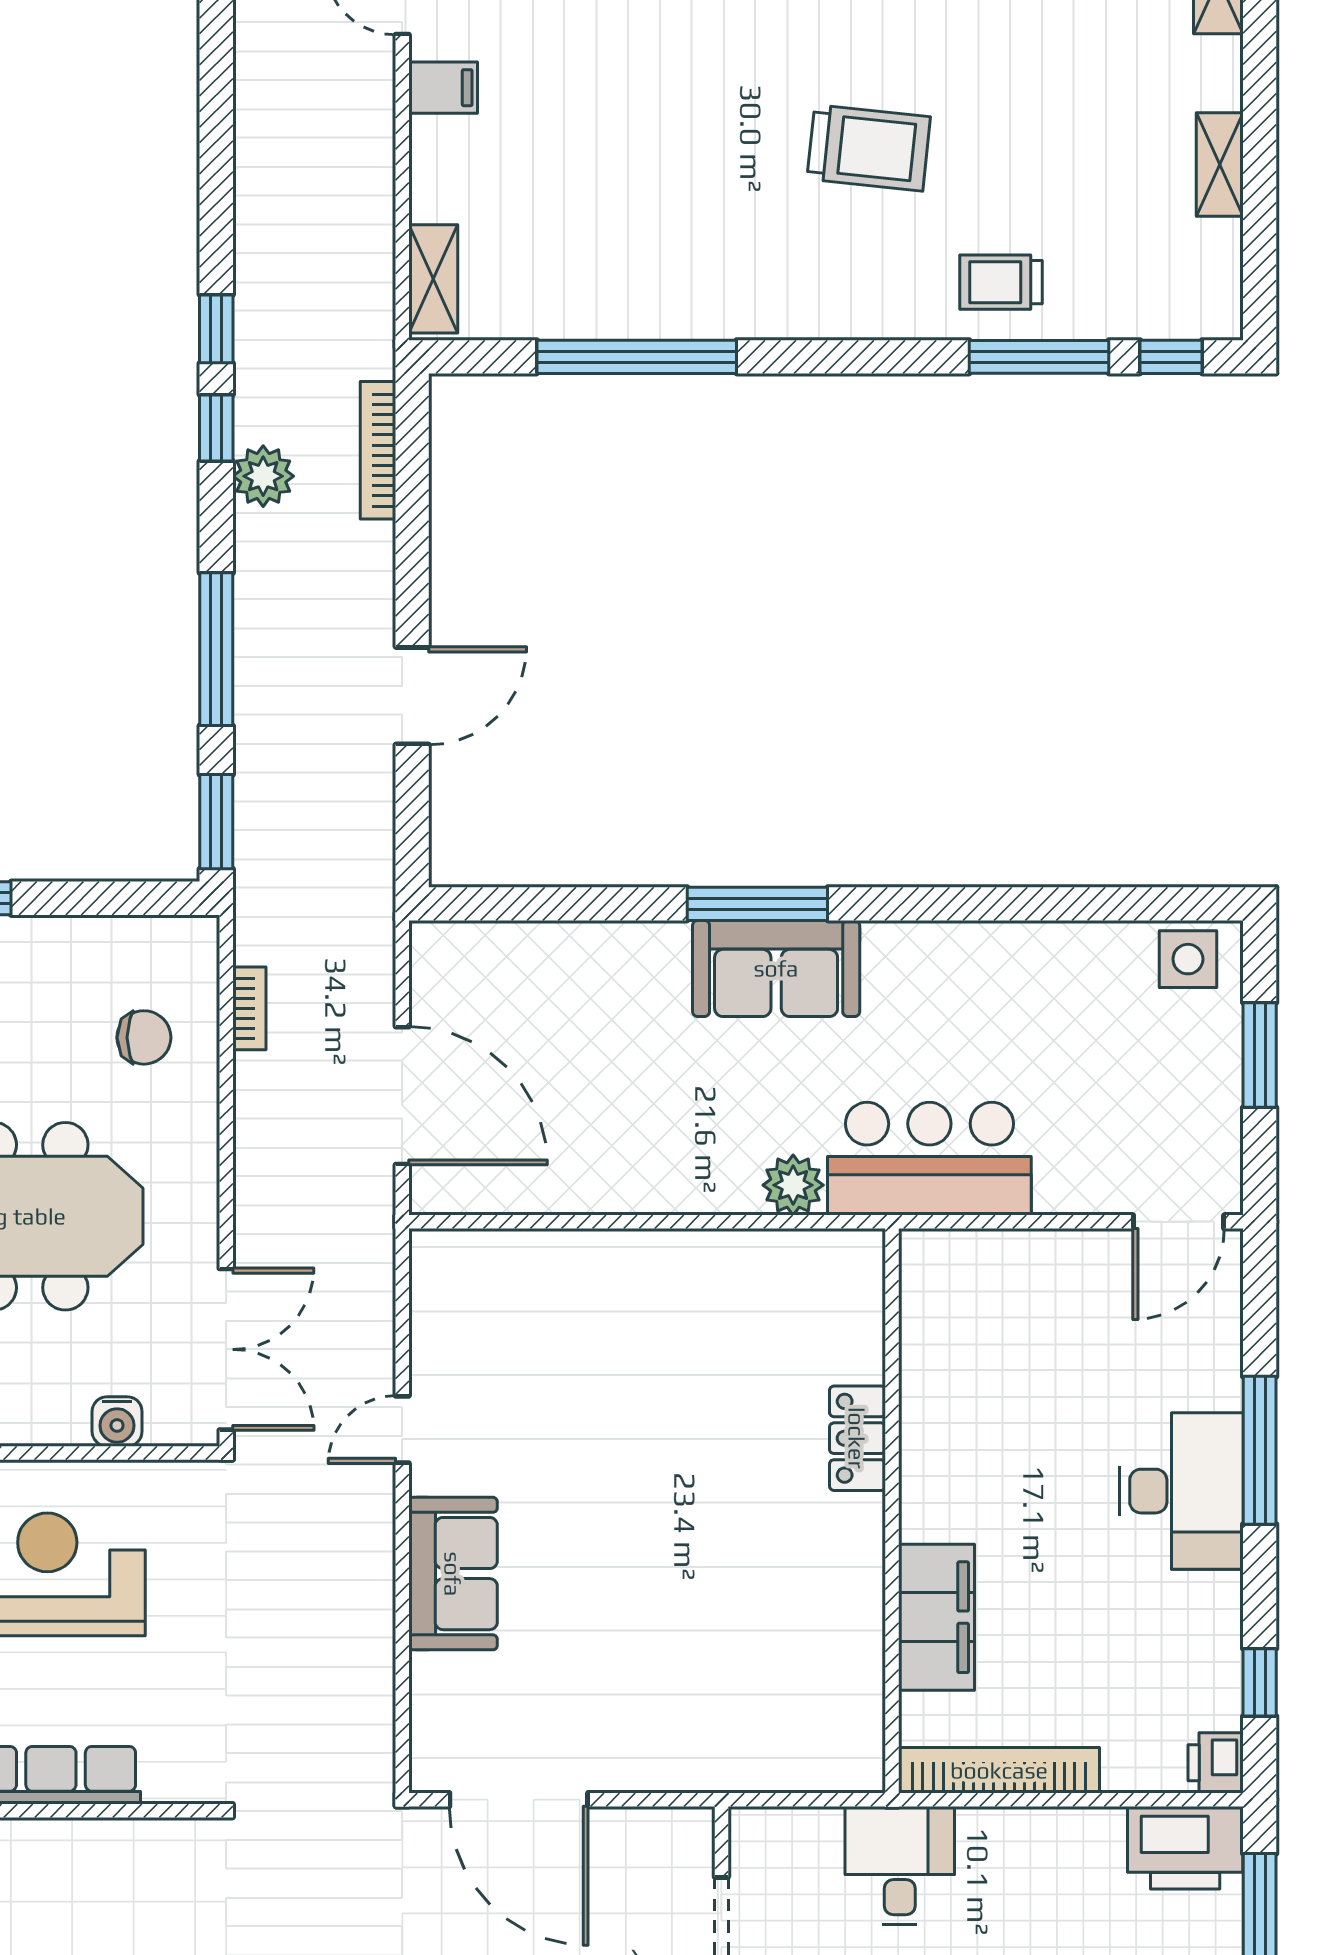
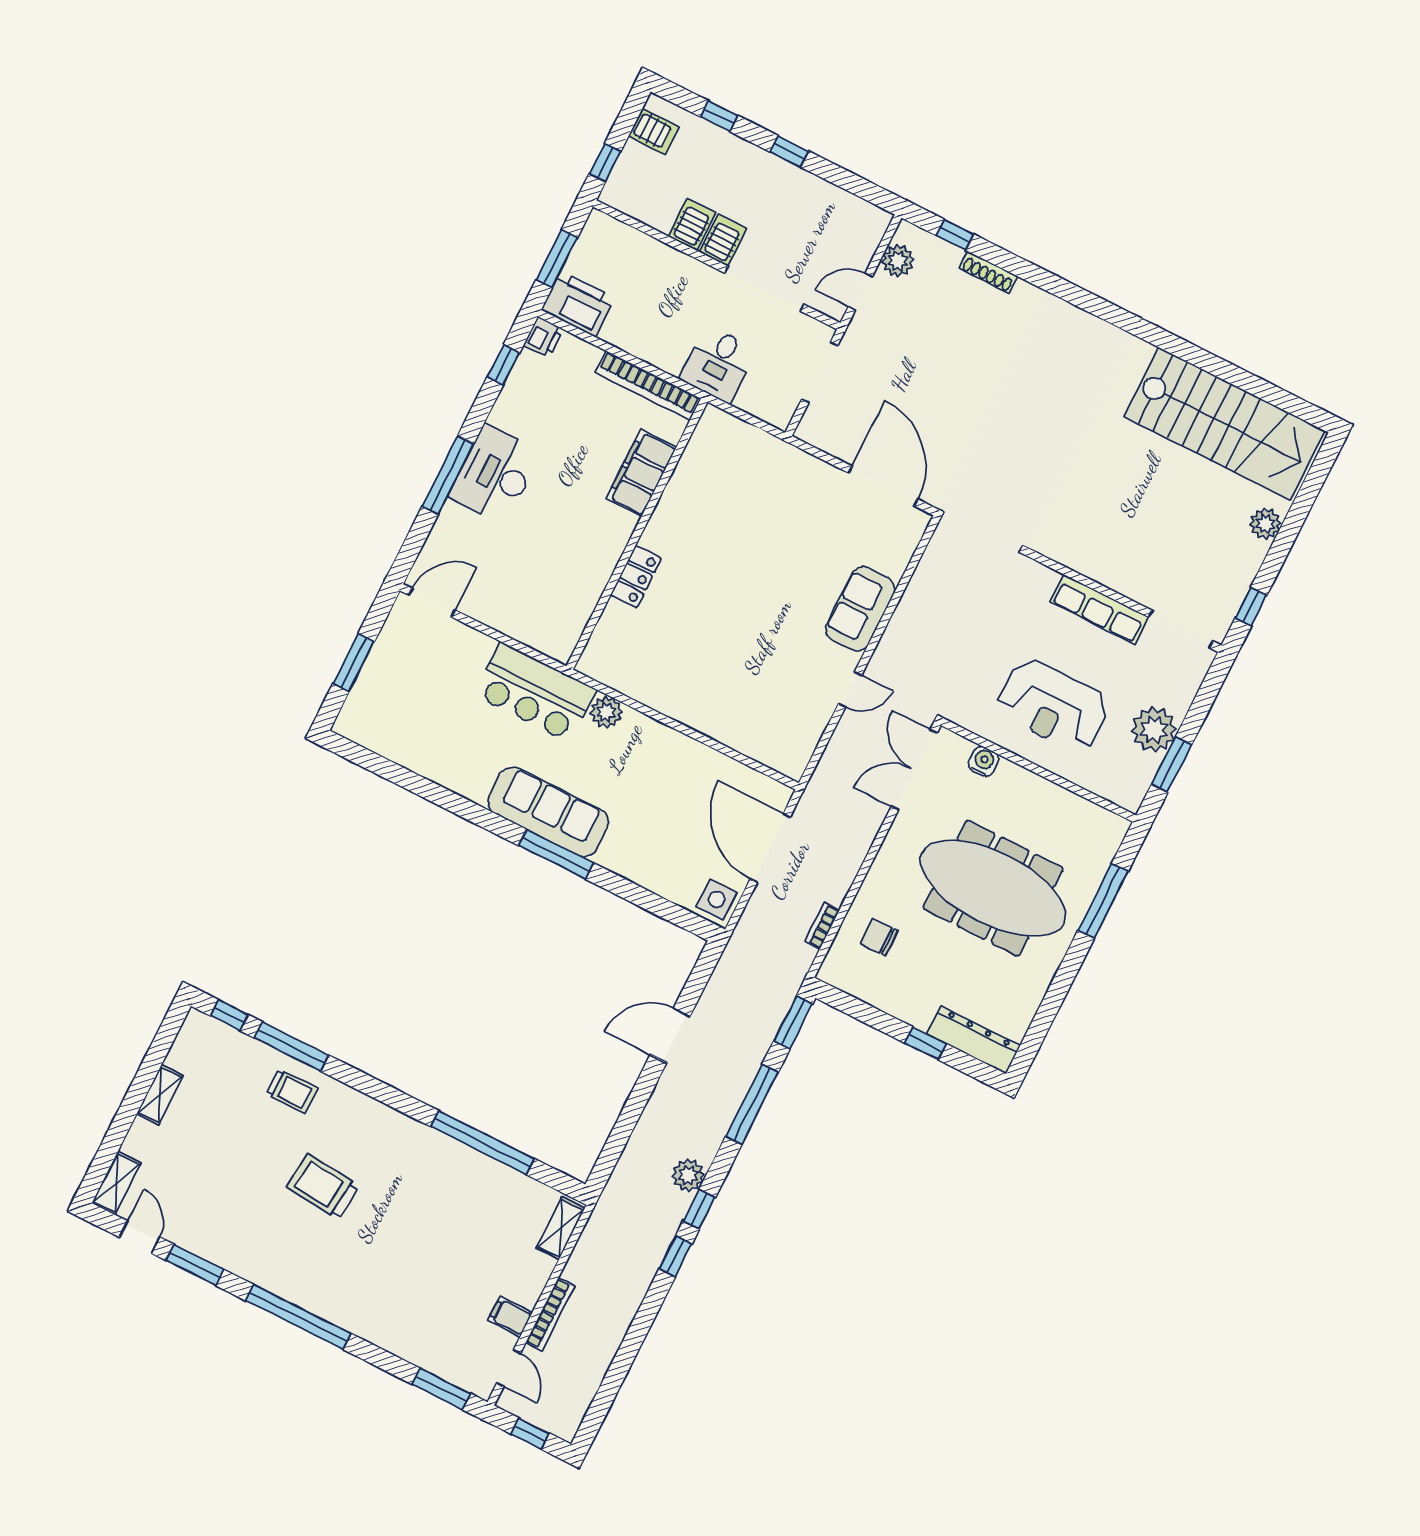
bookcase: (378, 450) -> (550, 1314), moved
side table: (1188, 959) -> (717, 900), moved
sofa: (776, 968) -> (548, 812), width x1.36

